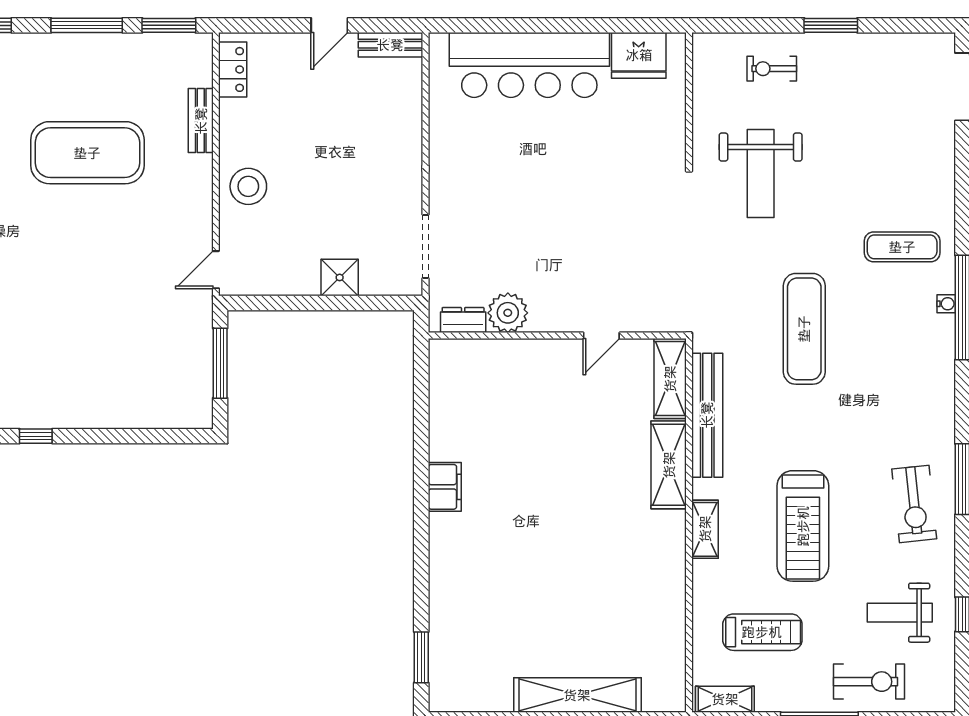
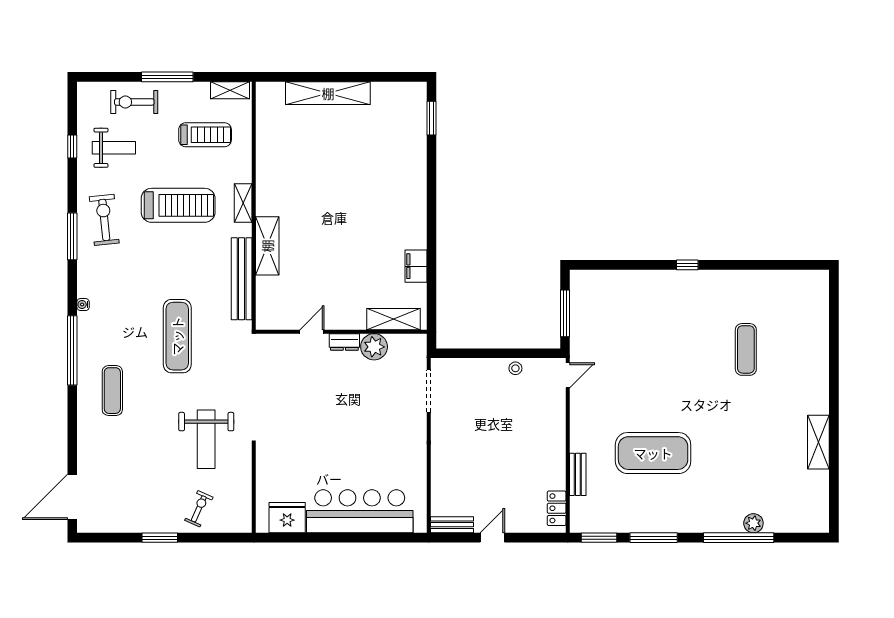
exercise bike: (772, 69) -> (199, 509), turned -66
weight bench: (761, 174) -> (206, 439), turned 180
stool: (248, 186) -> (515, 368), moved, width x0.53, depth x0.53
exercise mat: (902, 247) -> (112, 391), turned 90
shower: (340, 277) -> (486, 370), removed
water cooler: (946, 304) -> (83, 305), moved
dresser: (463, 320) -> (344, 342), moved
shelving: (670, 379) -> (394, 319), moved, turned 90
filing cabinet: (445, 487) -> (416, 266), moved
treadmill: (803, 526) -> (178, 205), turned 90
treadmill: (762, 632) -> (205, 135), turned 180

